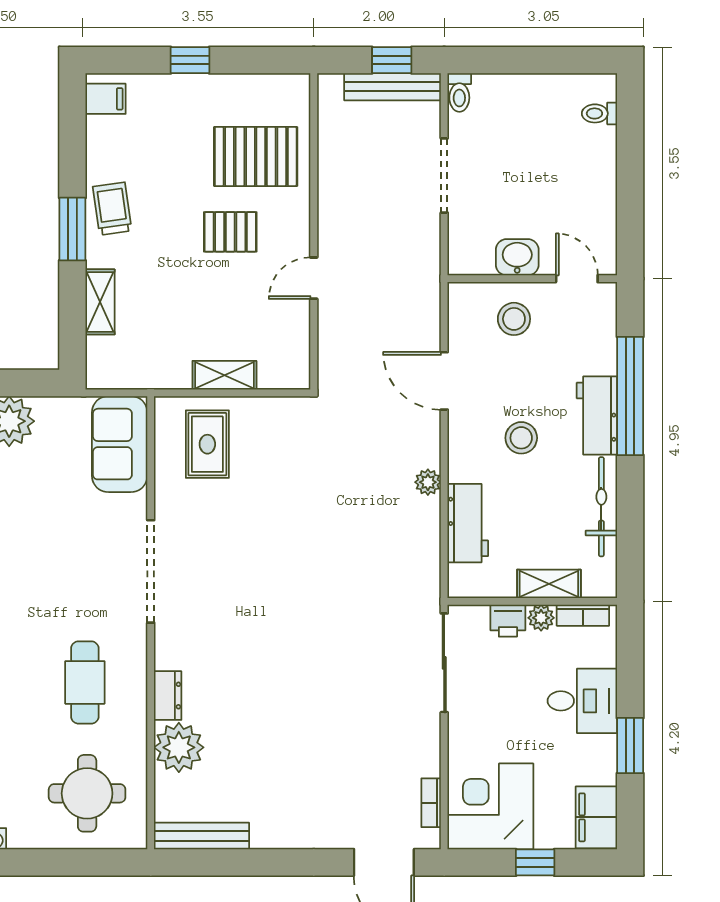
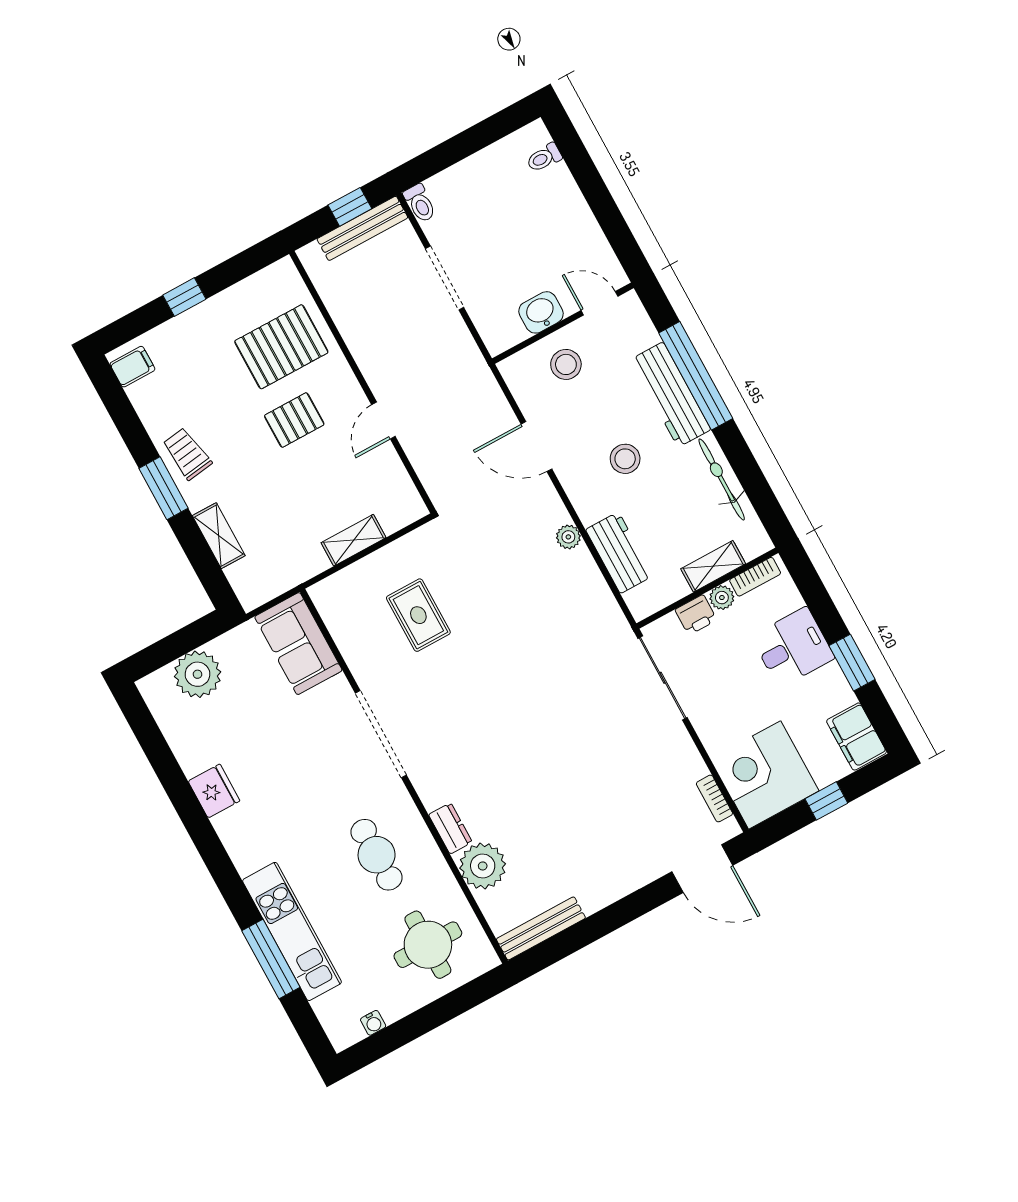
workbench: (597, 415) -> (671, 395), width x1.38
rug: (207, 444) -> (418, 615), moved

